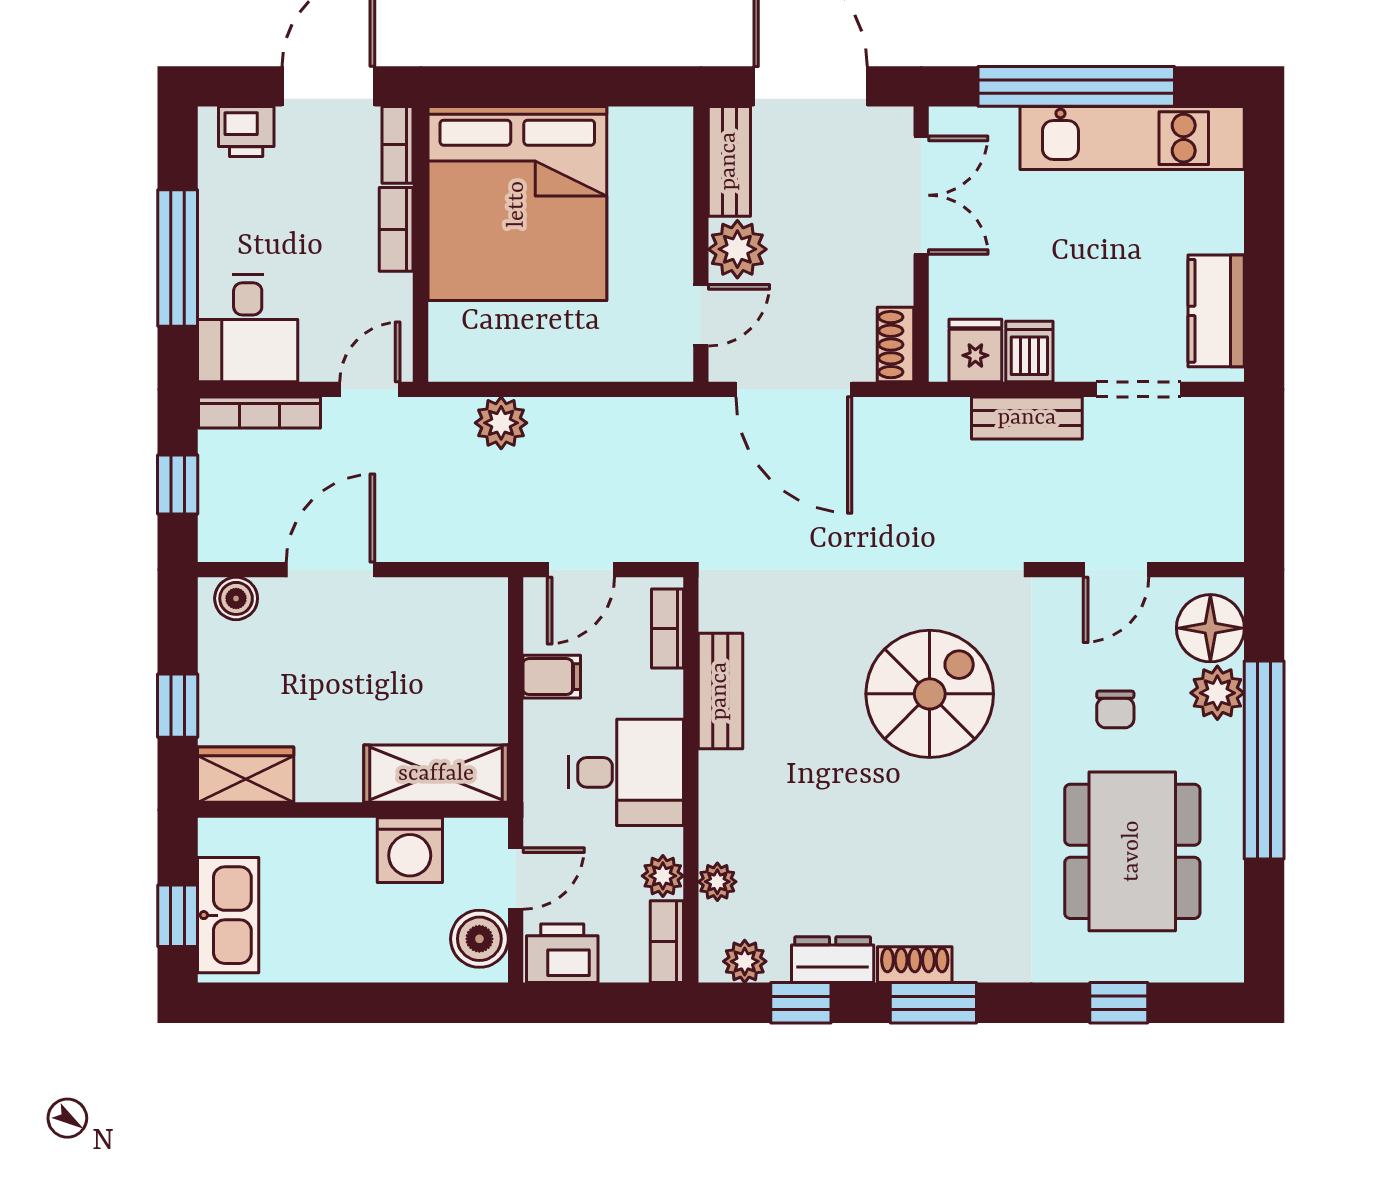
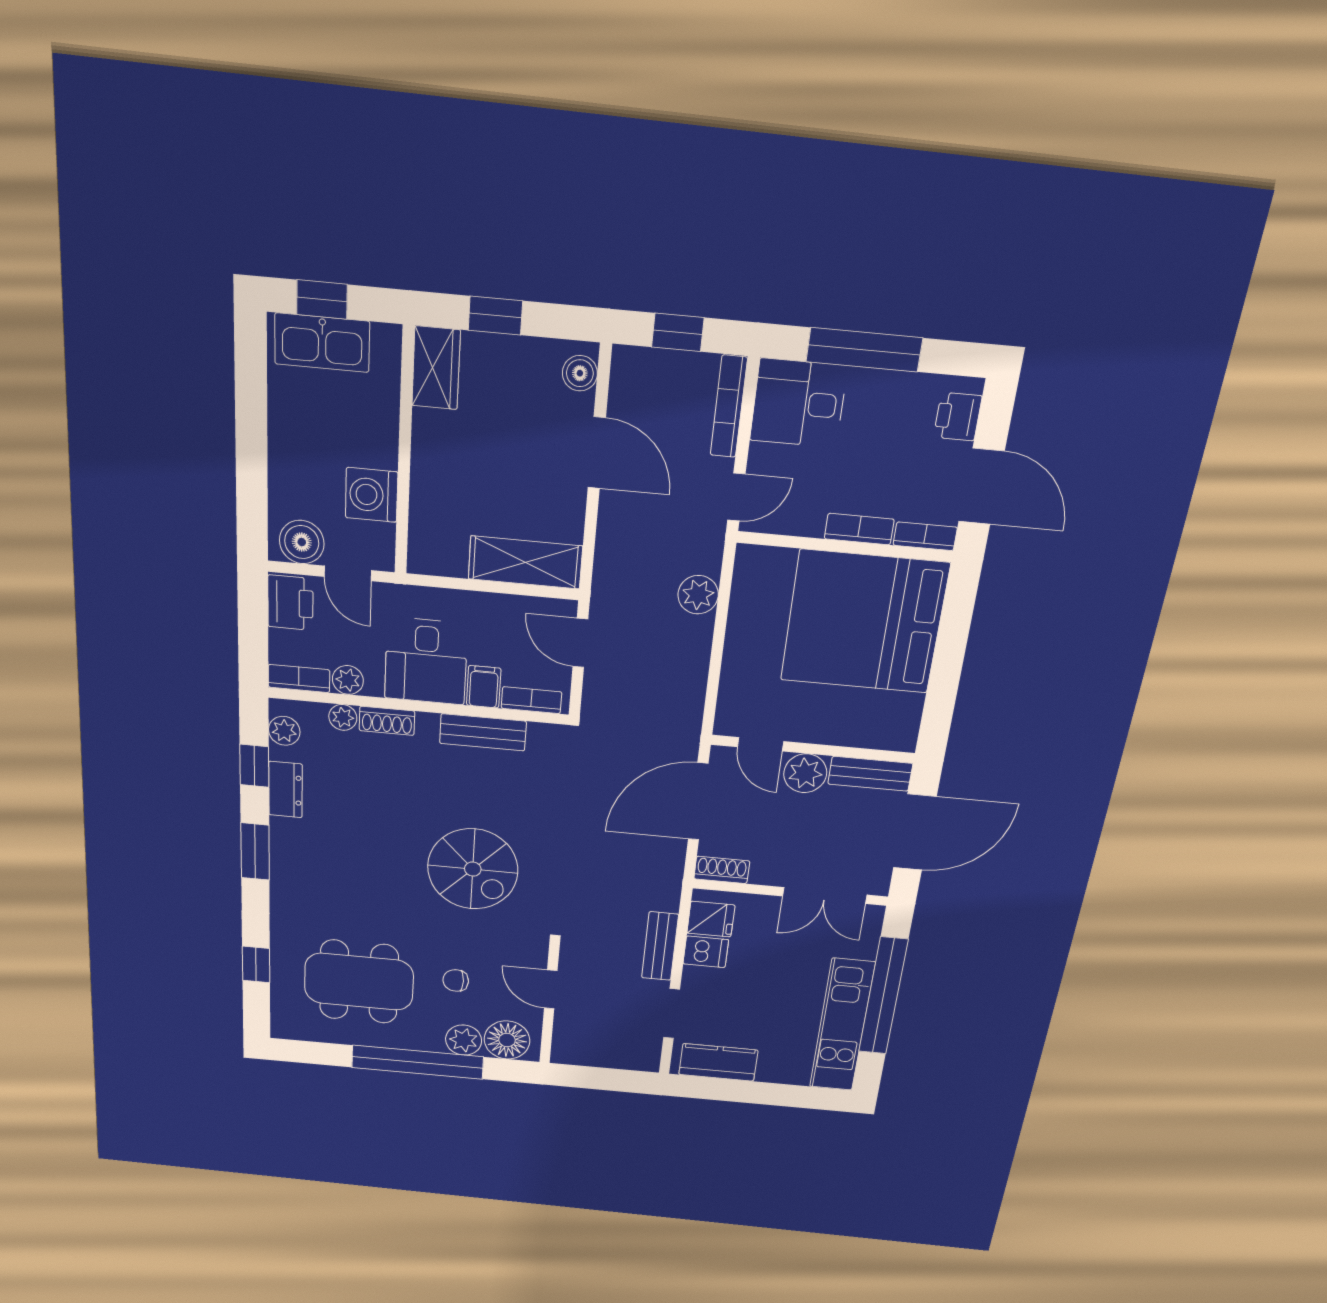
door: (370, 389) -> (736, 497), hinge flipped
filing cabinet: (552, 677) -> (484, 687), moved, turned 180
shelving: (436, 774) -> (525, 562), moved, turned 90
shoe rack: (915, 965) -> (387, 721), moved, turned 90

